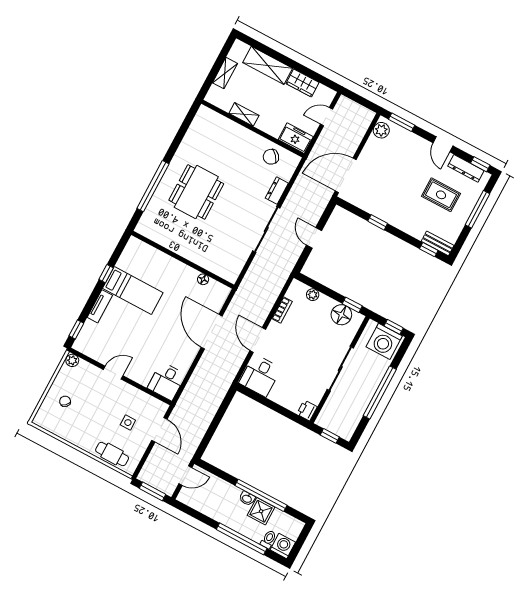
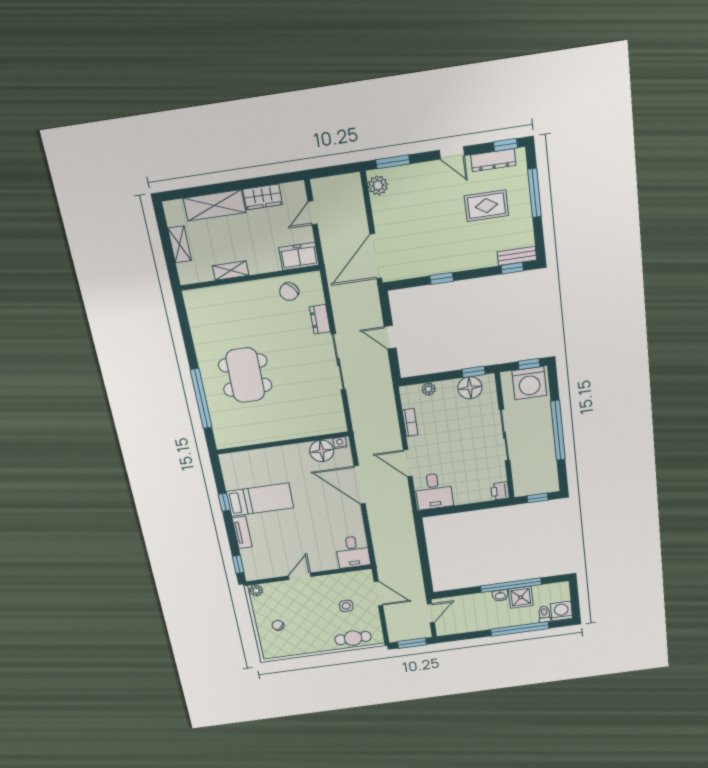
floor lamp: (203, 279) -> (322, 451), width x1.89, depth x1.89
nightstand: (222, 289) -> (340, 443), added

